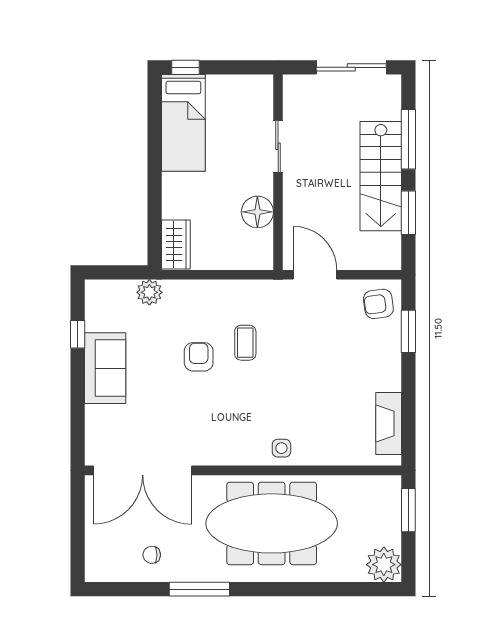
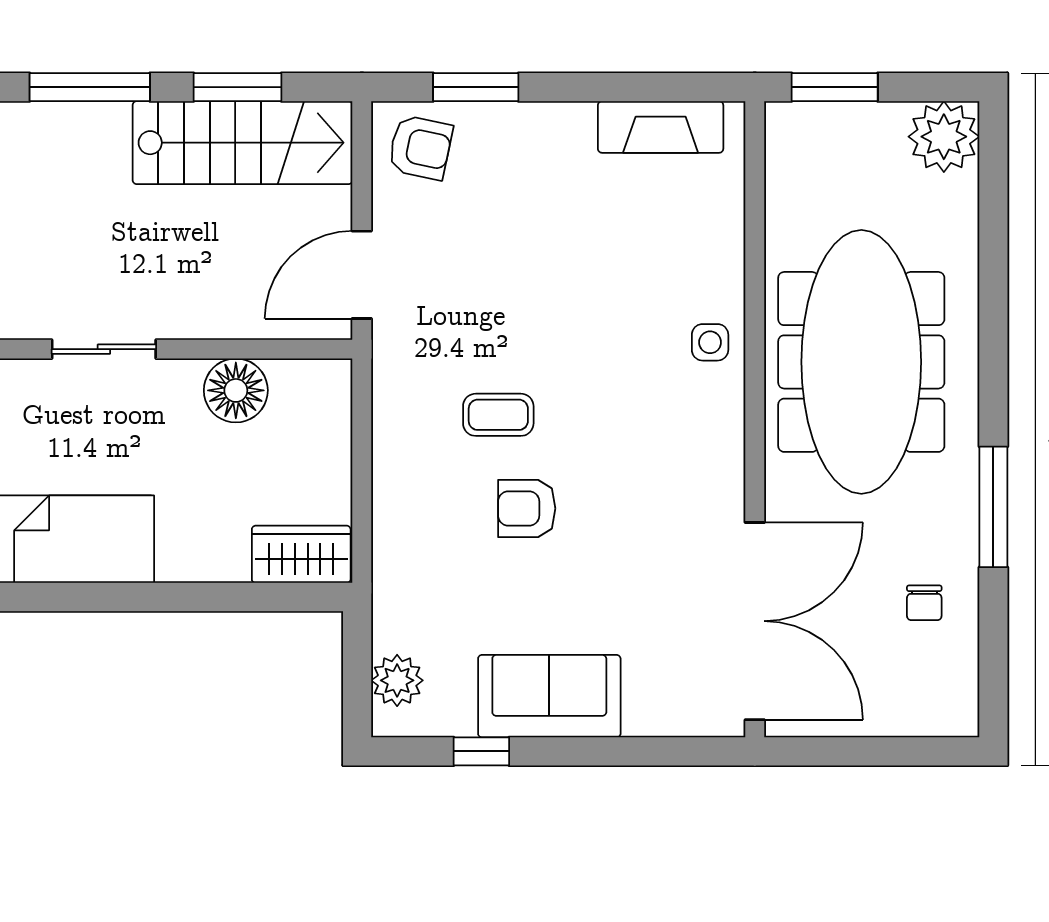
stairs: (381, 176) -> (243, 143), moved
plant: (149, 292) -> (397, 680), moved
armchair: (378, 304) -> (420, 147), turned -70

